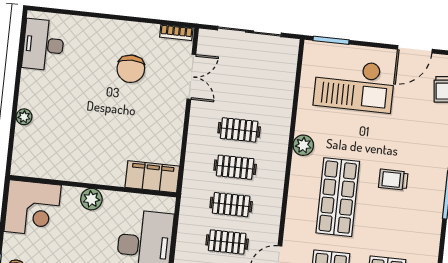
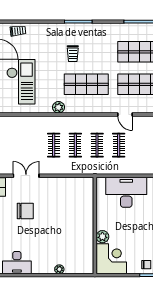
filing cabinet: (152, 177) -> (86, 192), removed
plant: (91, 199) -> (102, 237), moved

